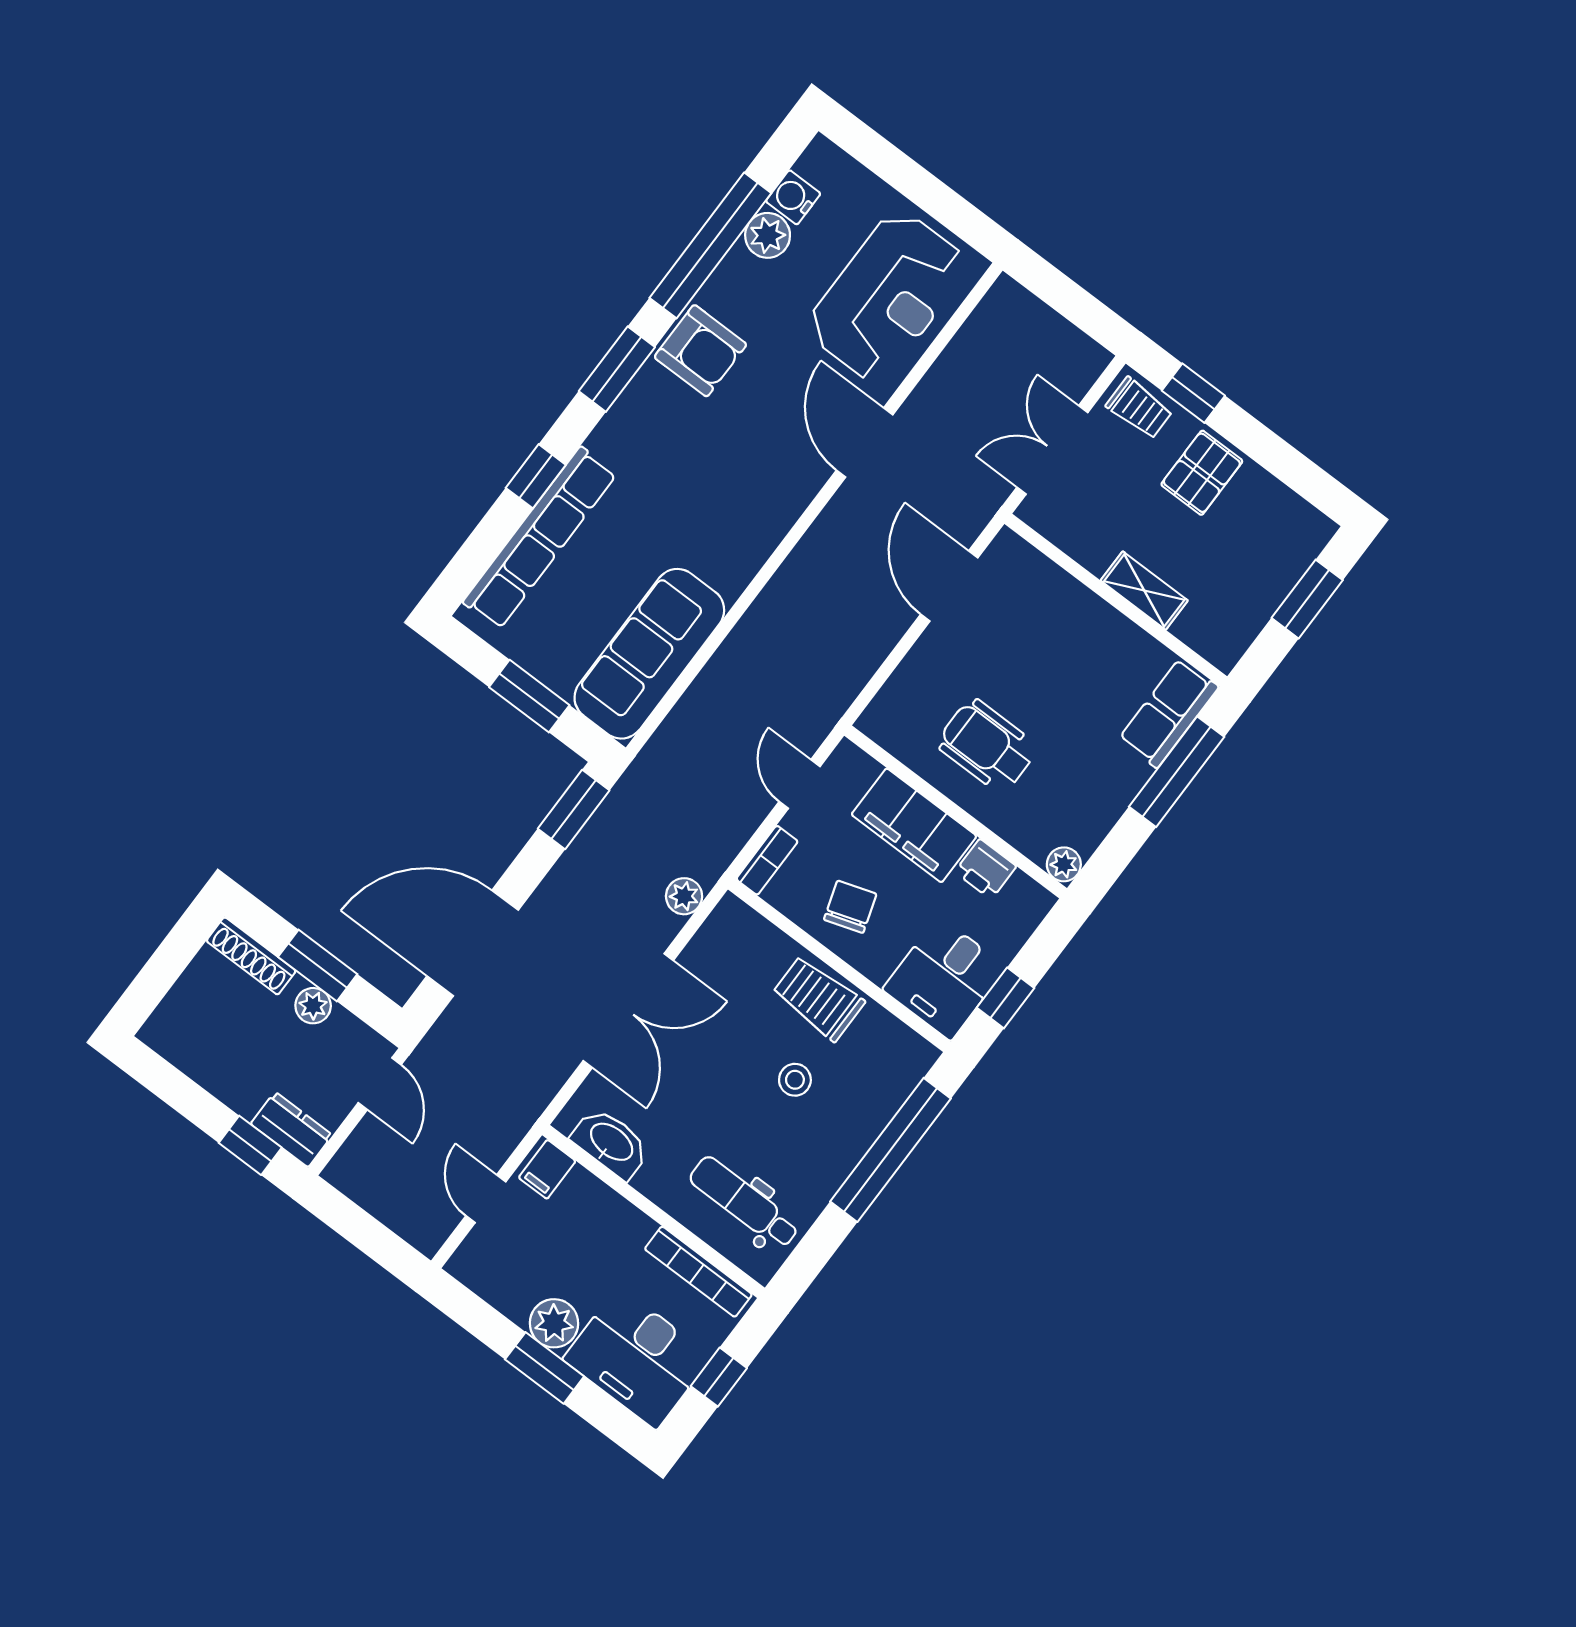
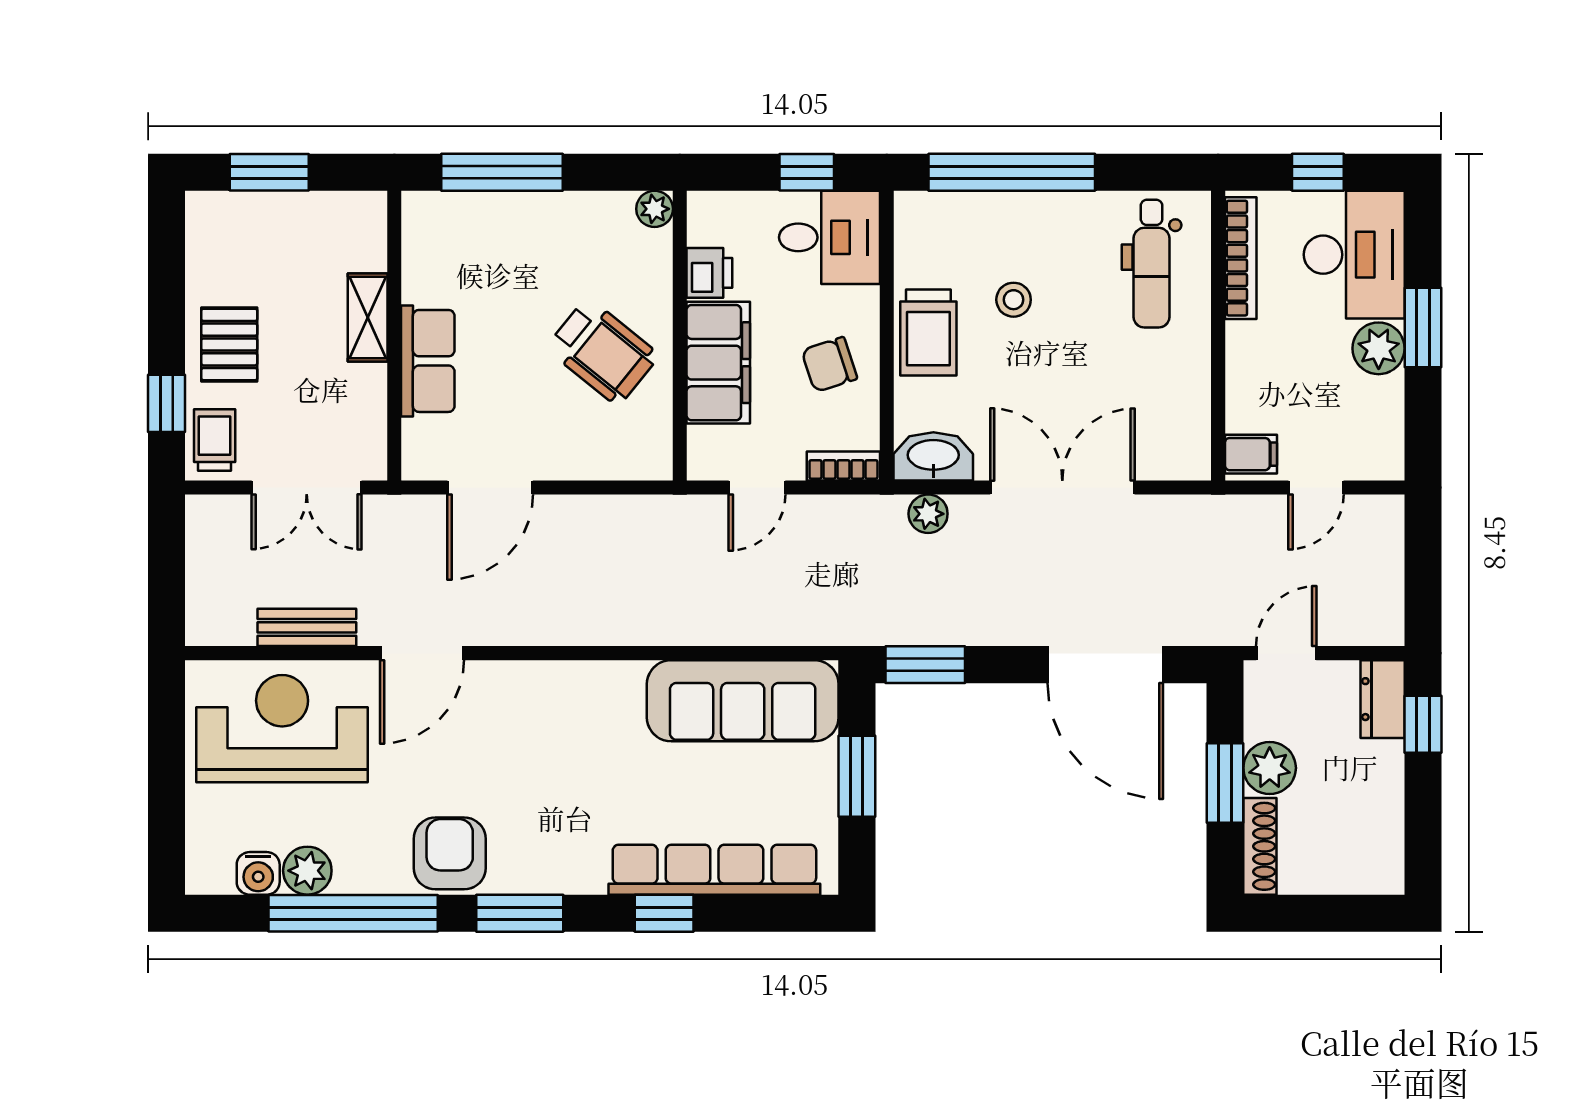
bench: (948, 372) -> (307, 627), added
pallet: (1202, 473) -> (229, 344), turned 90
row of seats: (1169, 713) -> (428, 361), moved, turned -90
wheelchair: (987, 746) -> (603, 352), turned -51
plant: (313, 1006) -> (1270, 768), width x1.38, depth x1.38
washbasin: (611, 1143) -> (933, 456), moved, turned 90

